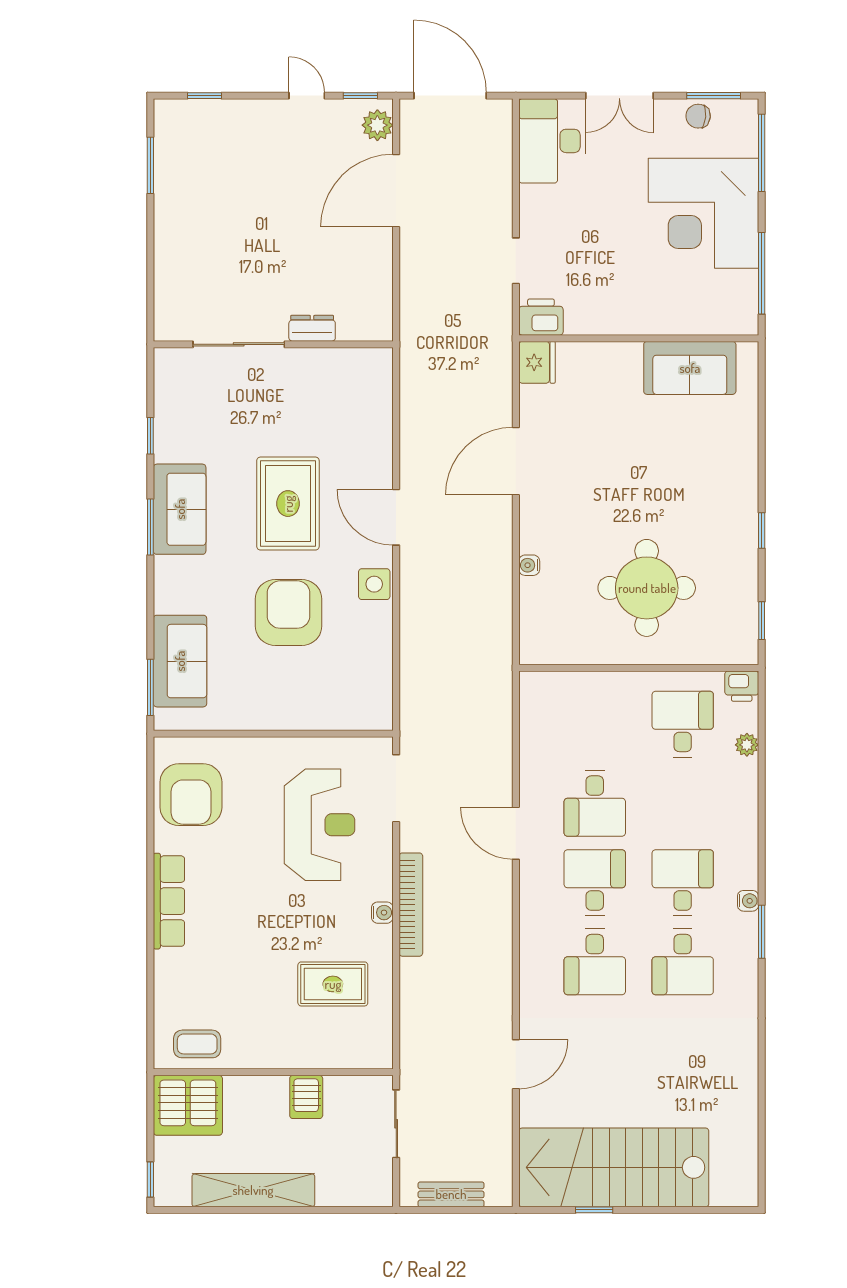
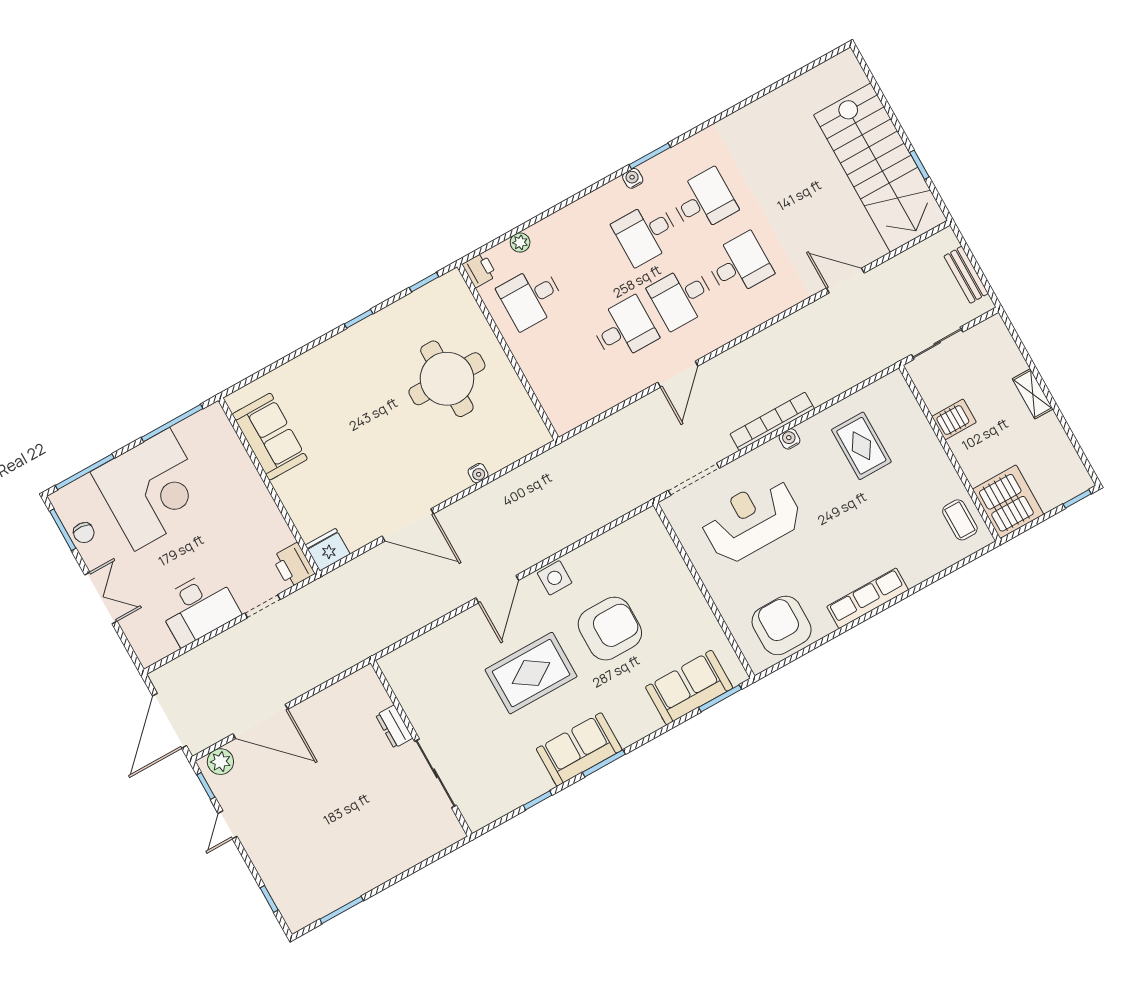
desk: (552, 141) -> (198, 608), moved
armchair: (289, 612) -> (610, 629), turned 180
armchair: (191, 795) -> (782, 625), turned -90
shelving: (253, 1190) -> (1033, 394), width x0.45, depth x0.75

